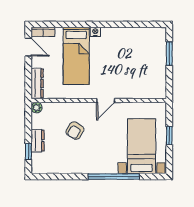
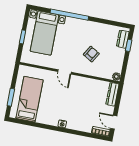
bed: (76, 56) -> (29, 99), moved
door: (106, 100) -> (64, 72), swing flipped
dresser: (38, 141) -> (123, 39), moved

